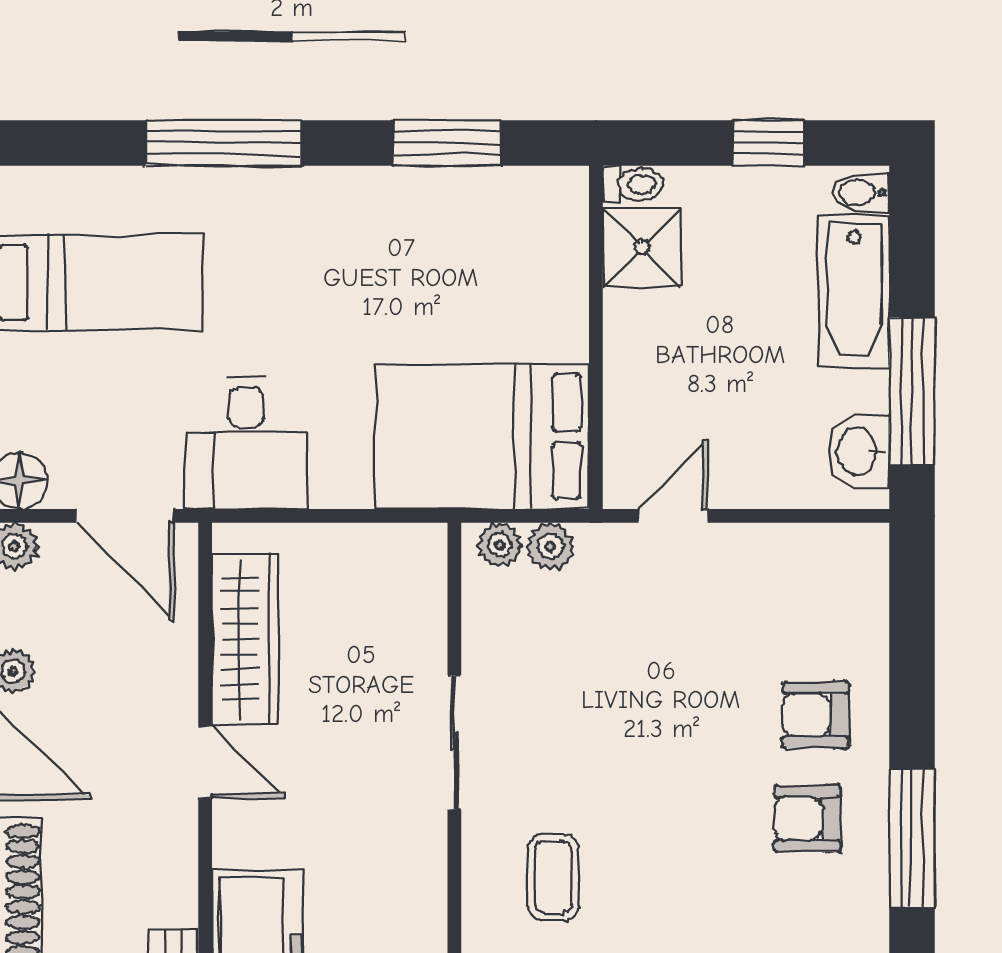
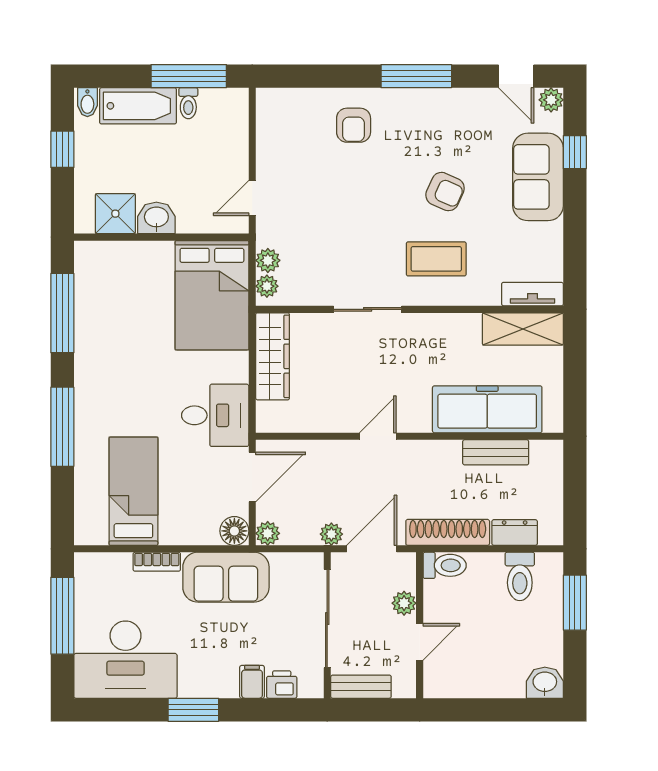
window: (447, 143) -> (62, 313), width x1.44
toilet: (633, 184) -> (188, 103), moved, turned 180
washbasin: (858, 452) -> (156, 218), moved, turned 180
door: (673, 516) -> (252, 198), hinge flipped
wardrobe: (245, 639) -> (273, 356), moved, turned 90
armchair: (808, 819) -> (445, 192), moved, turned -66
coffee table: (553, 877) -> (436, 259), width x1.36, depth x1.30

